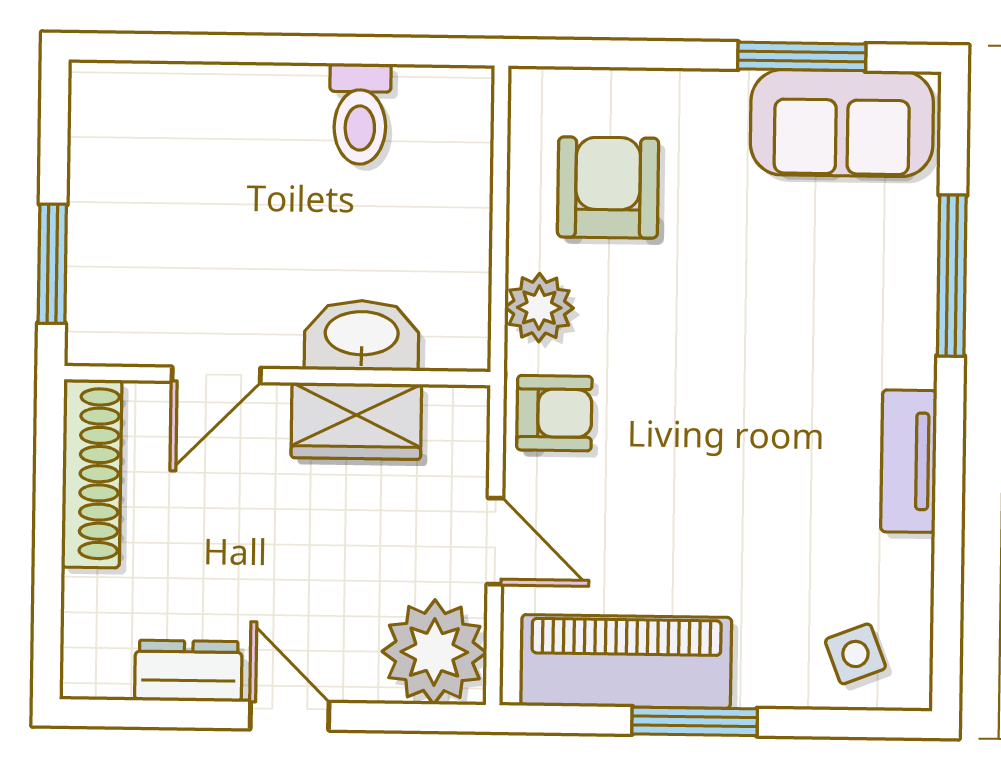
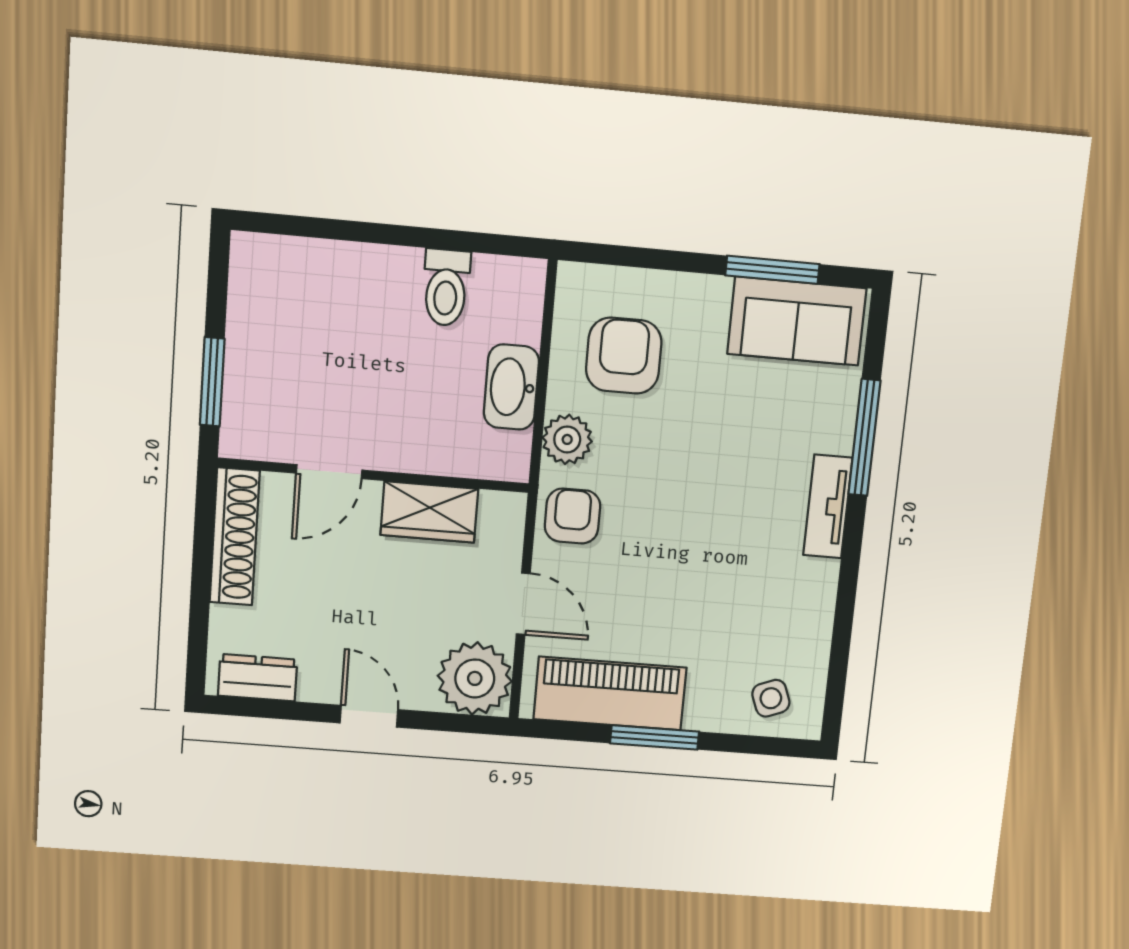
washbasin: (362, 335) -> (511, 387), moved, turned -90
armchair: (554, 413) -> (572, 516), turned -90
tv unit: (909, 461) -> (828, 506), moved
dresser: (188, 671) -> (258, 678), moved

